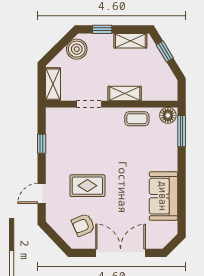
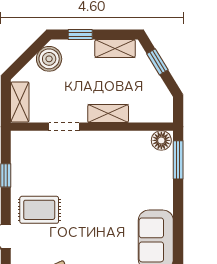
coffee table: (137, 119) -> (123, 145), removed
rug: (87, 186) -> (39, 210), moved

